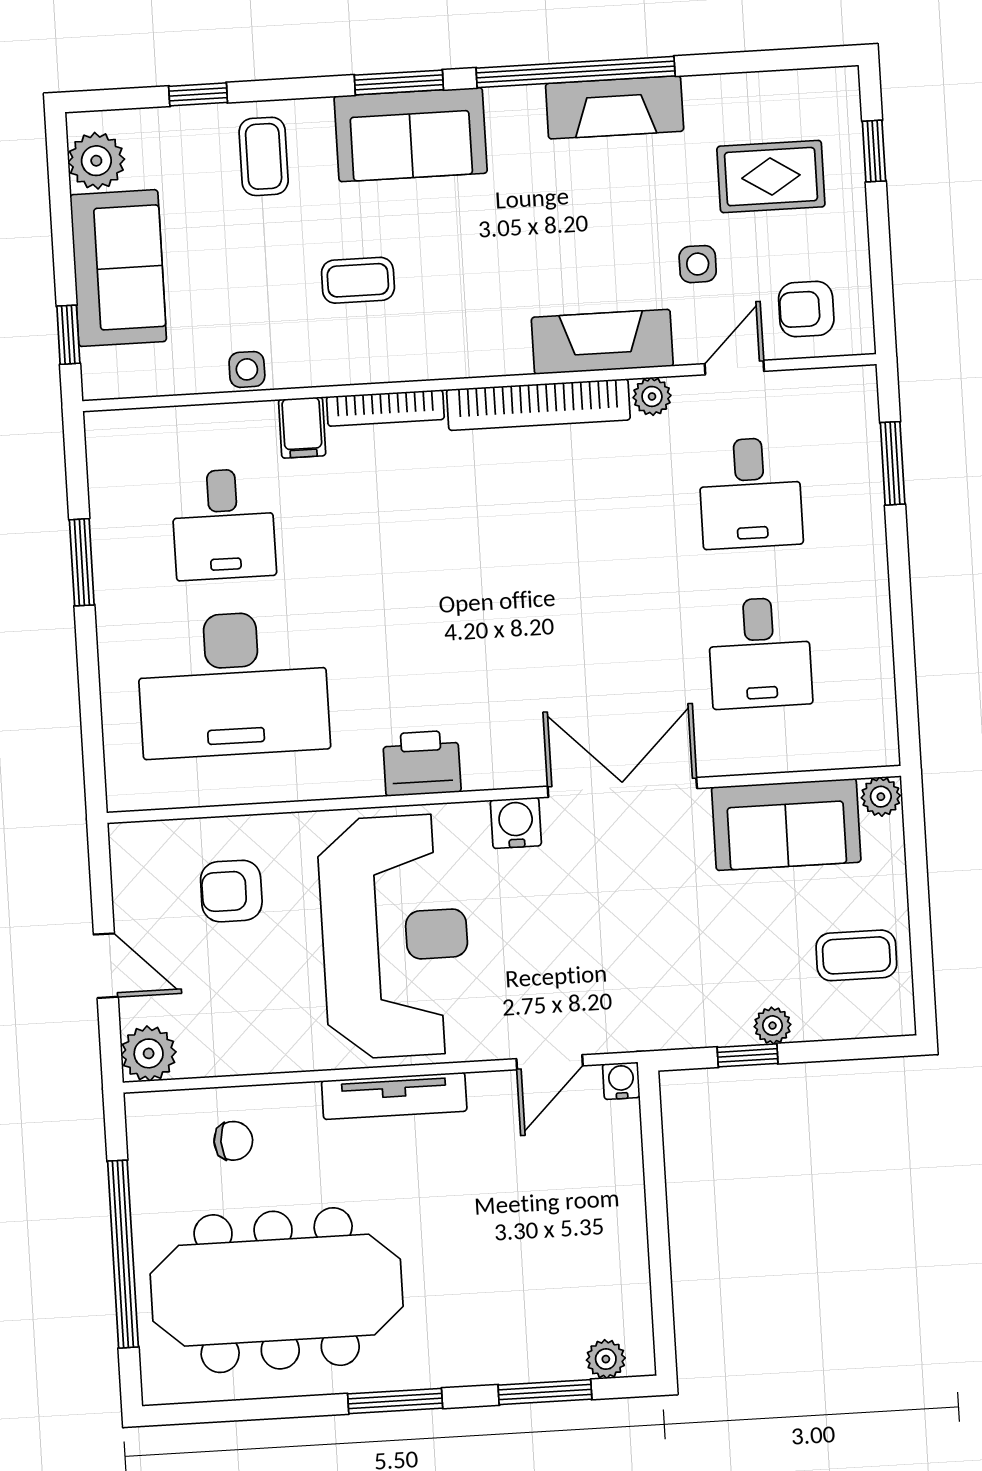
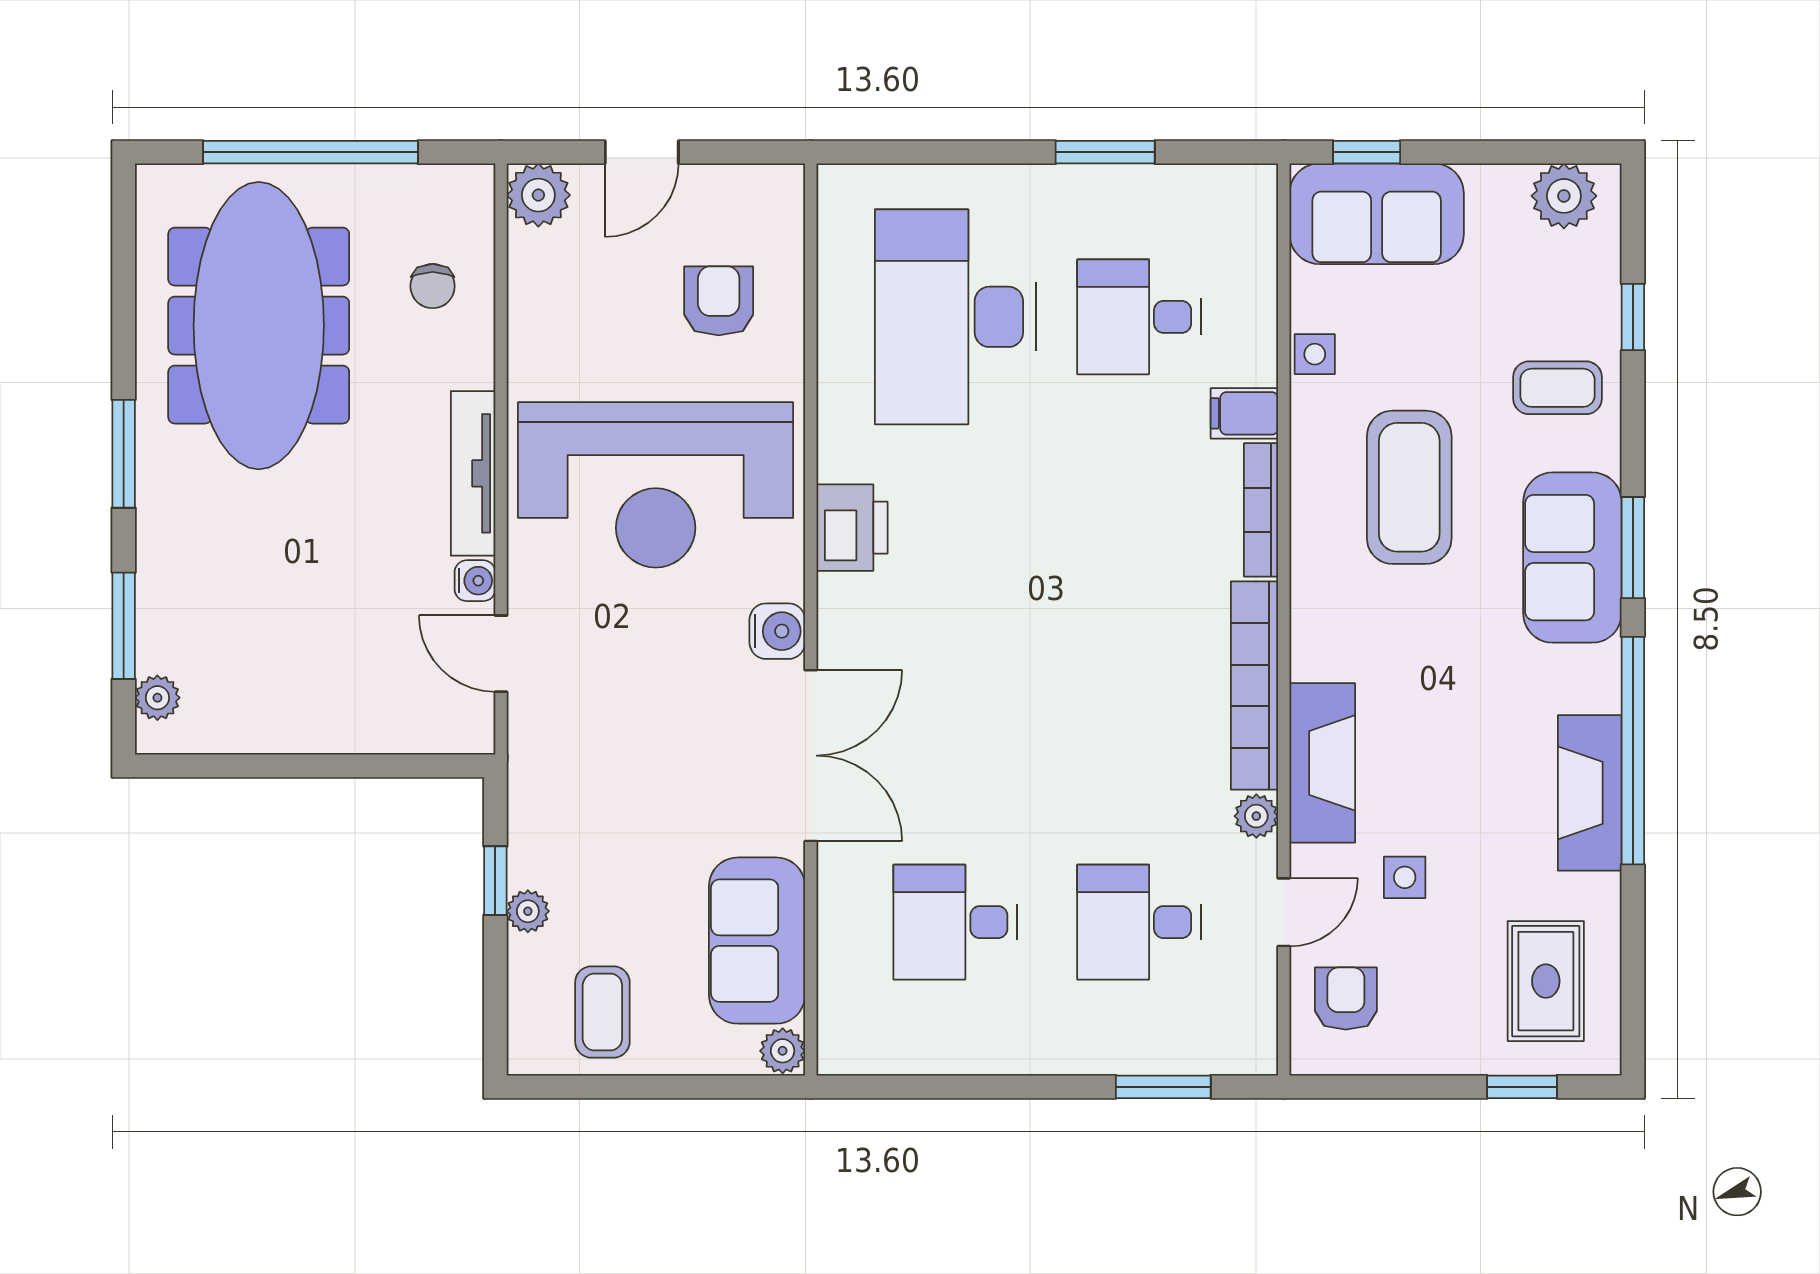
rug: (771, 177) -> (1546, 981), moved
sofa: (118, 268) -> (1377, 214), moved
coffee table: (358, 280) -> (1409, 487), width x1.86, depth x1.72
door: (734, 367) -> (1284, 912), hinge flipped
water cooler: (621, 1081) -> (475, 581), moved

